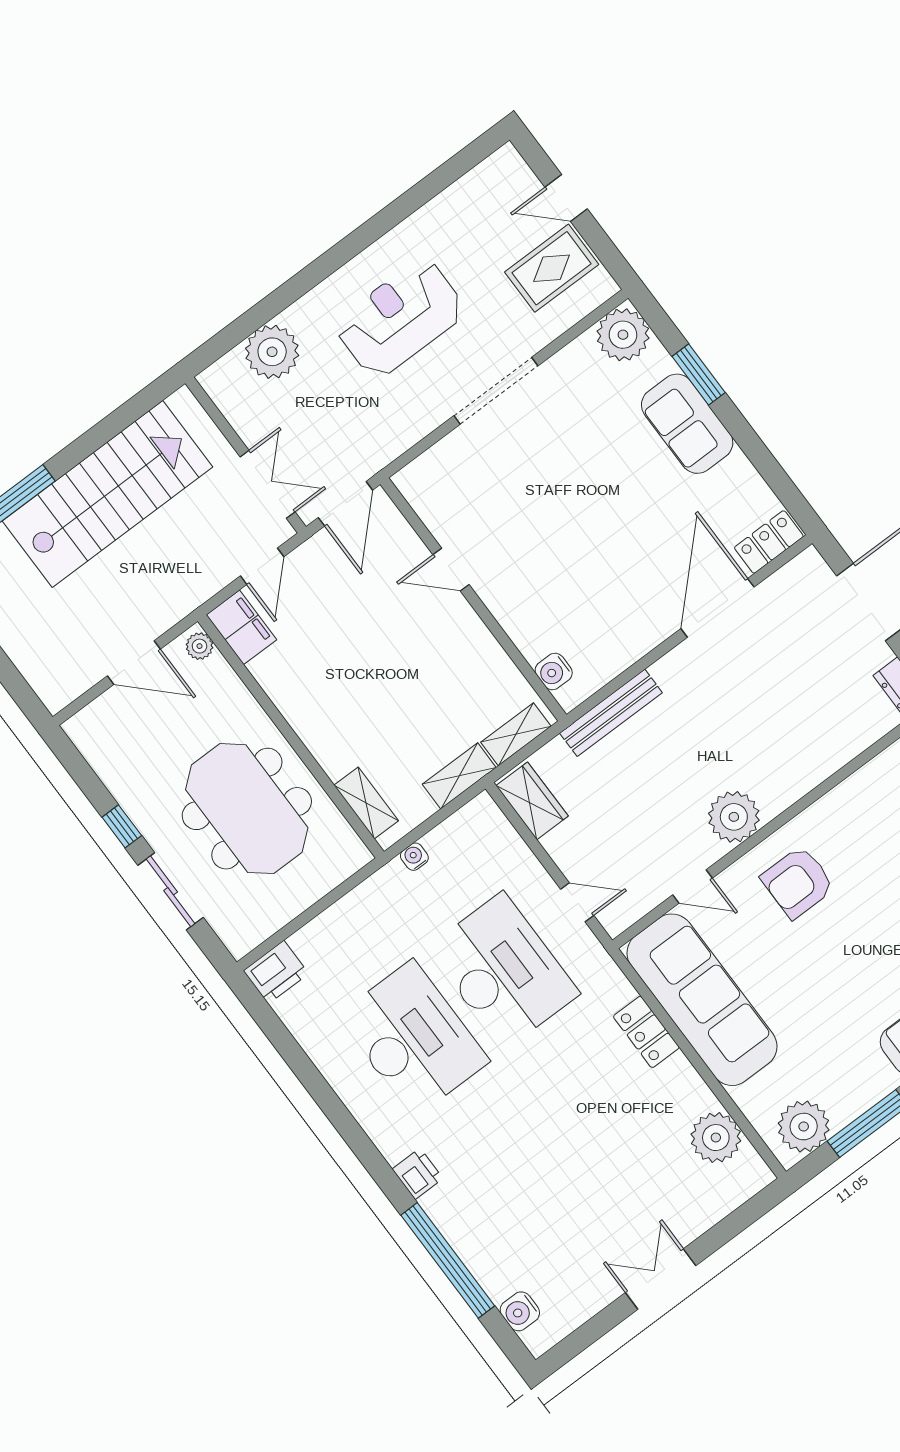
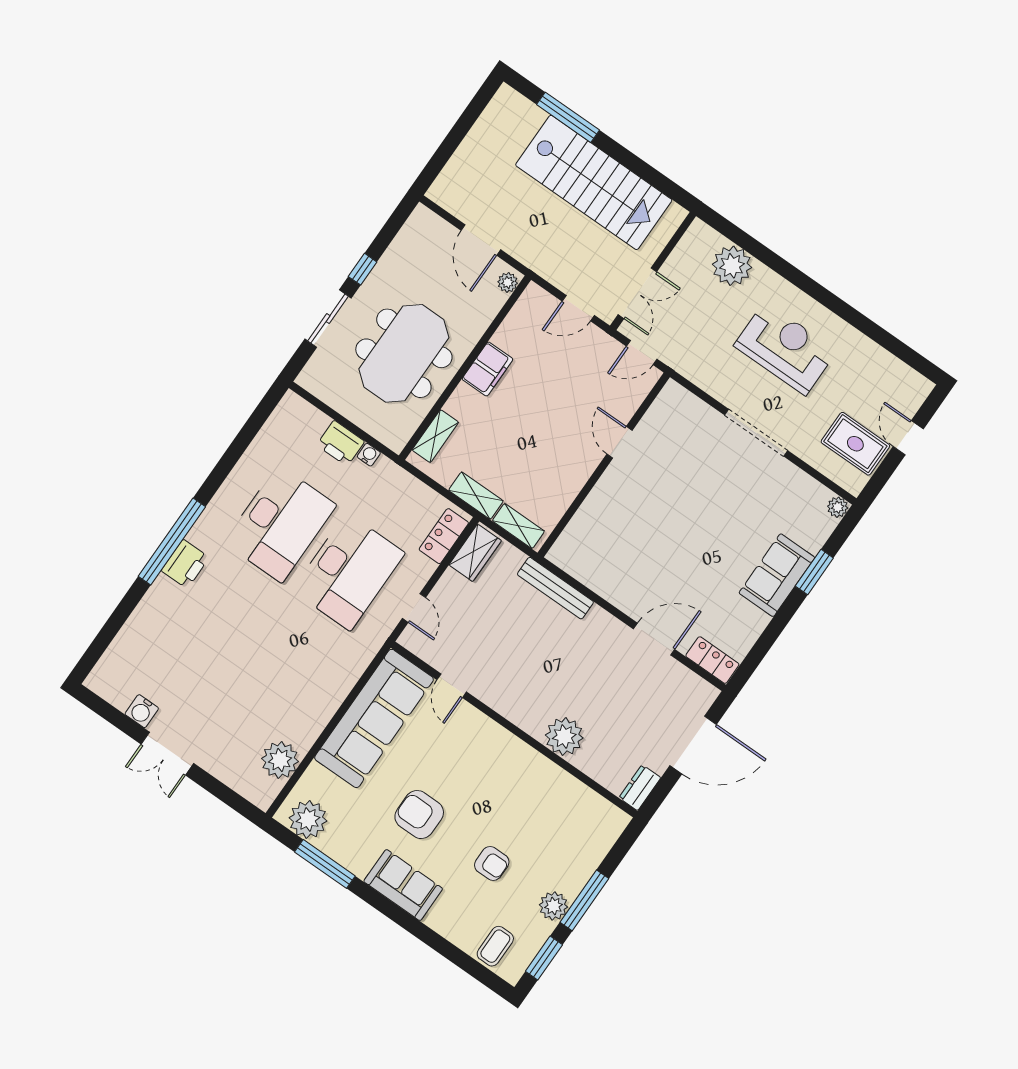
plant: (623, 335) -> (838, 507), width x0.53, depth x0.53
door: (345, 504) -> (642, 353), width x0.73
door: (718, 608) -> (654, 639), width x0.73
filing cabinet: (241, 627) -> (487, 369), moved
water cooler: (554, 671) -> (571, 538), removed
plant: (734, 817) -> (564, 737), moved
water cooler: (414, 857) -> (369, 455), moved
armchair: (798, 882) -> (419, 815), moved
printer: (276, 972) -> (341, 443), moved
locker: (646, 1032) -> (444, 536), moved
printer: (417, 1174) -> (185, 564), width x1.36, depth x1.24
window: (448, 1260) -> (172, 542), moved
double door: (661, 1279) -> (167, 754), swing flipped
water cooler: (520, 1311) -> (142, 711), moved, turned -90

